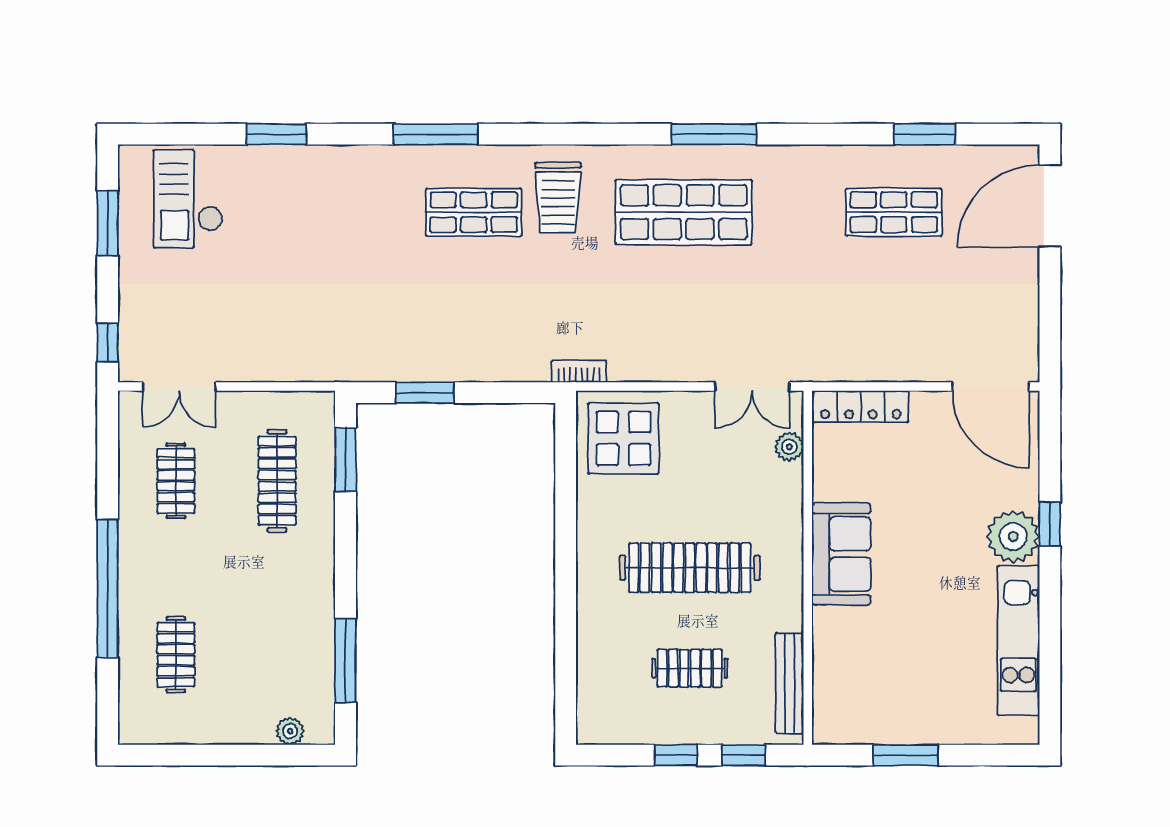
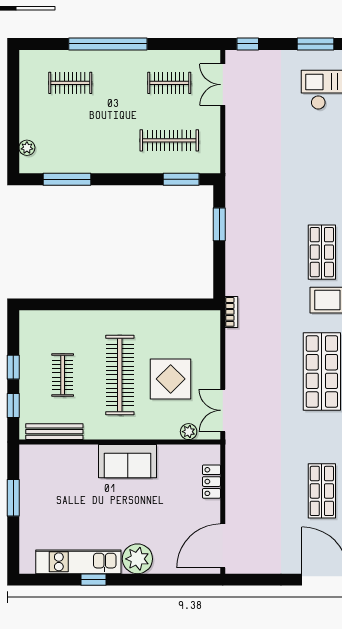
locker: (861, 406) -> (211, 482), width x0.66
display table: (623, 438) -> (171, 379), moved
window: (1050, 524) -> (94, 580), moved

